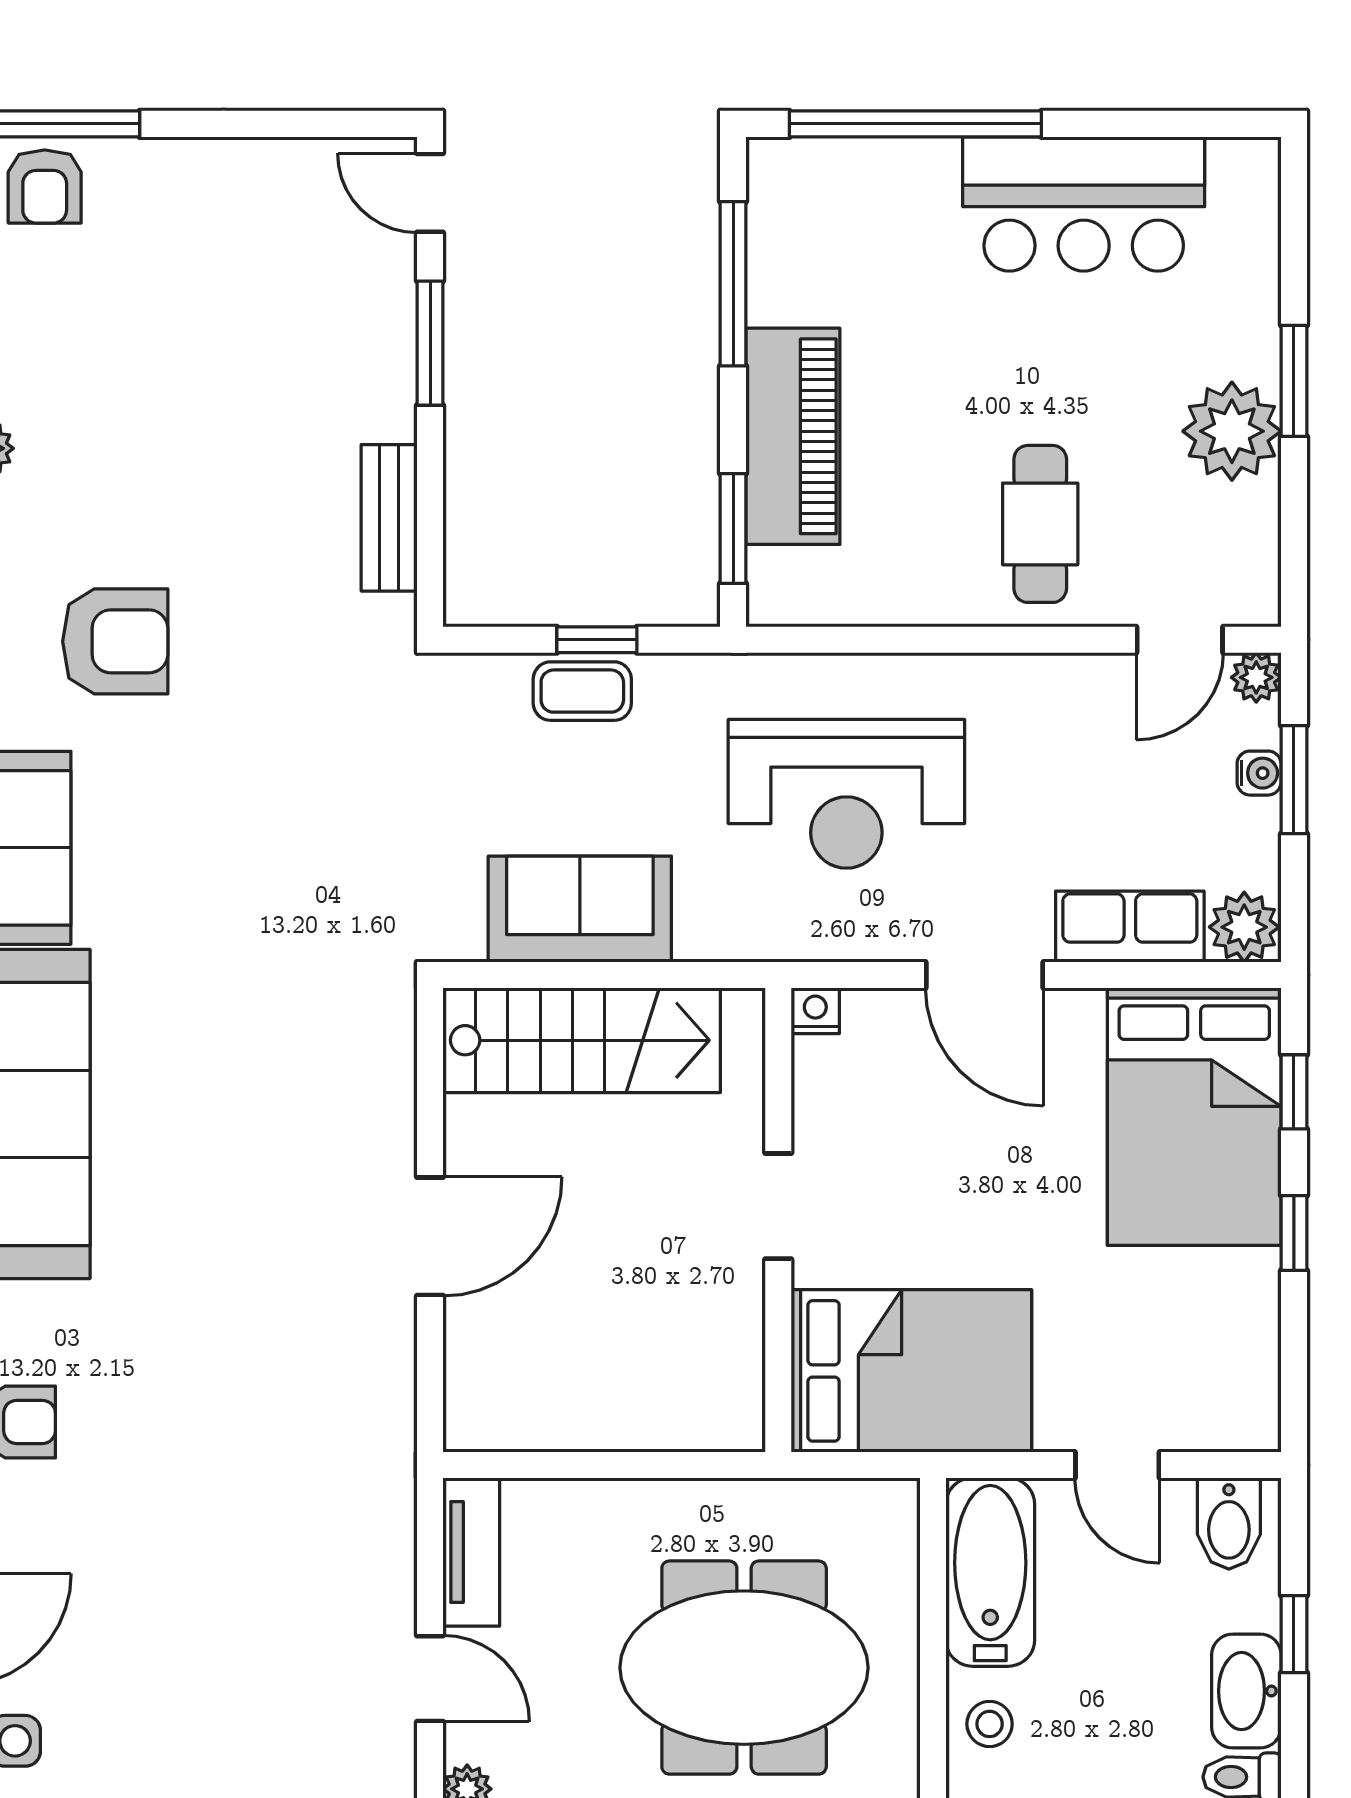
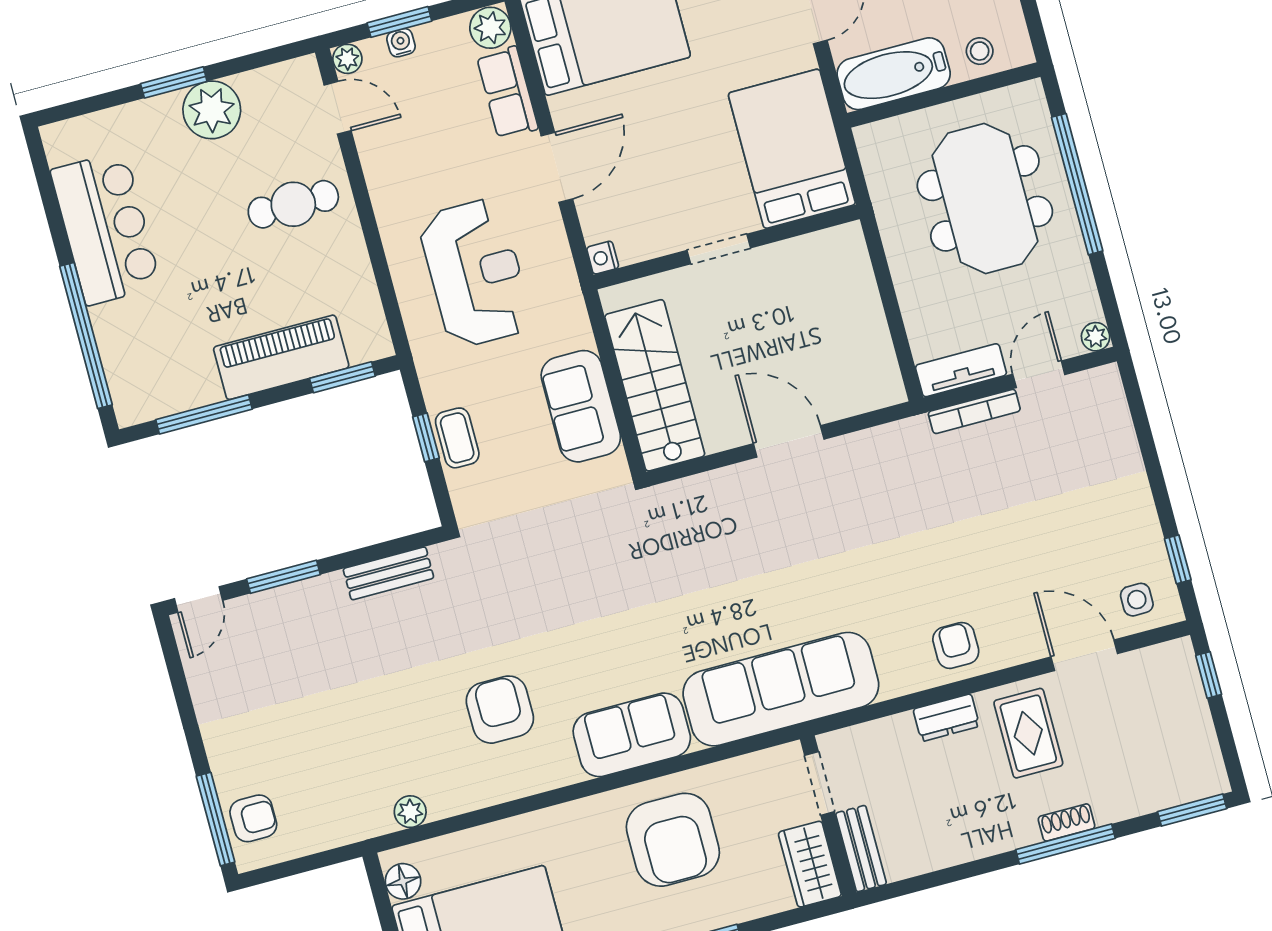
bookcase: (397, 1556) -> (974, 411), added

